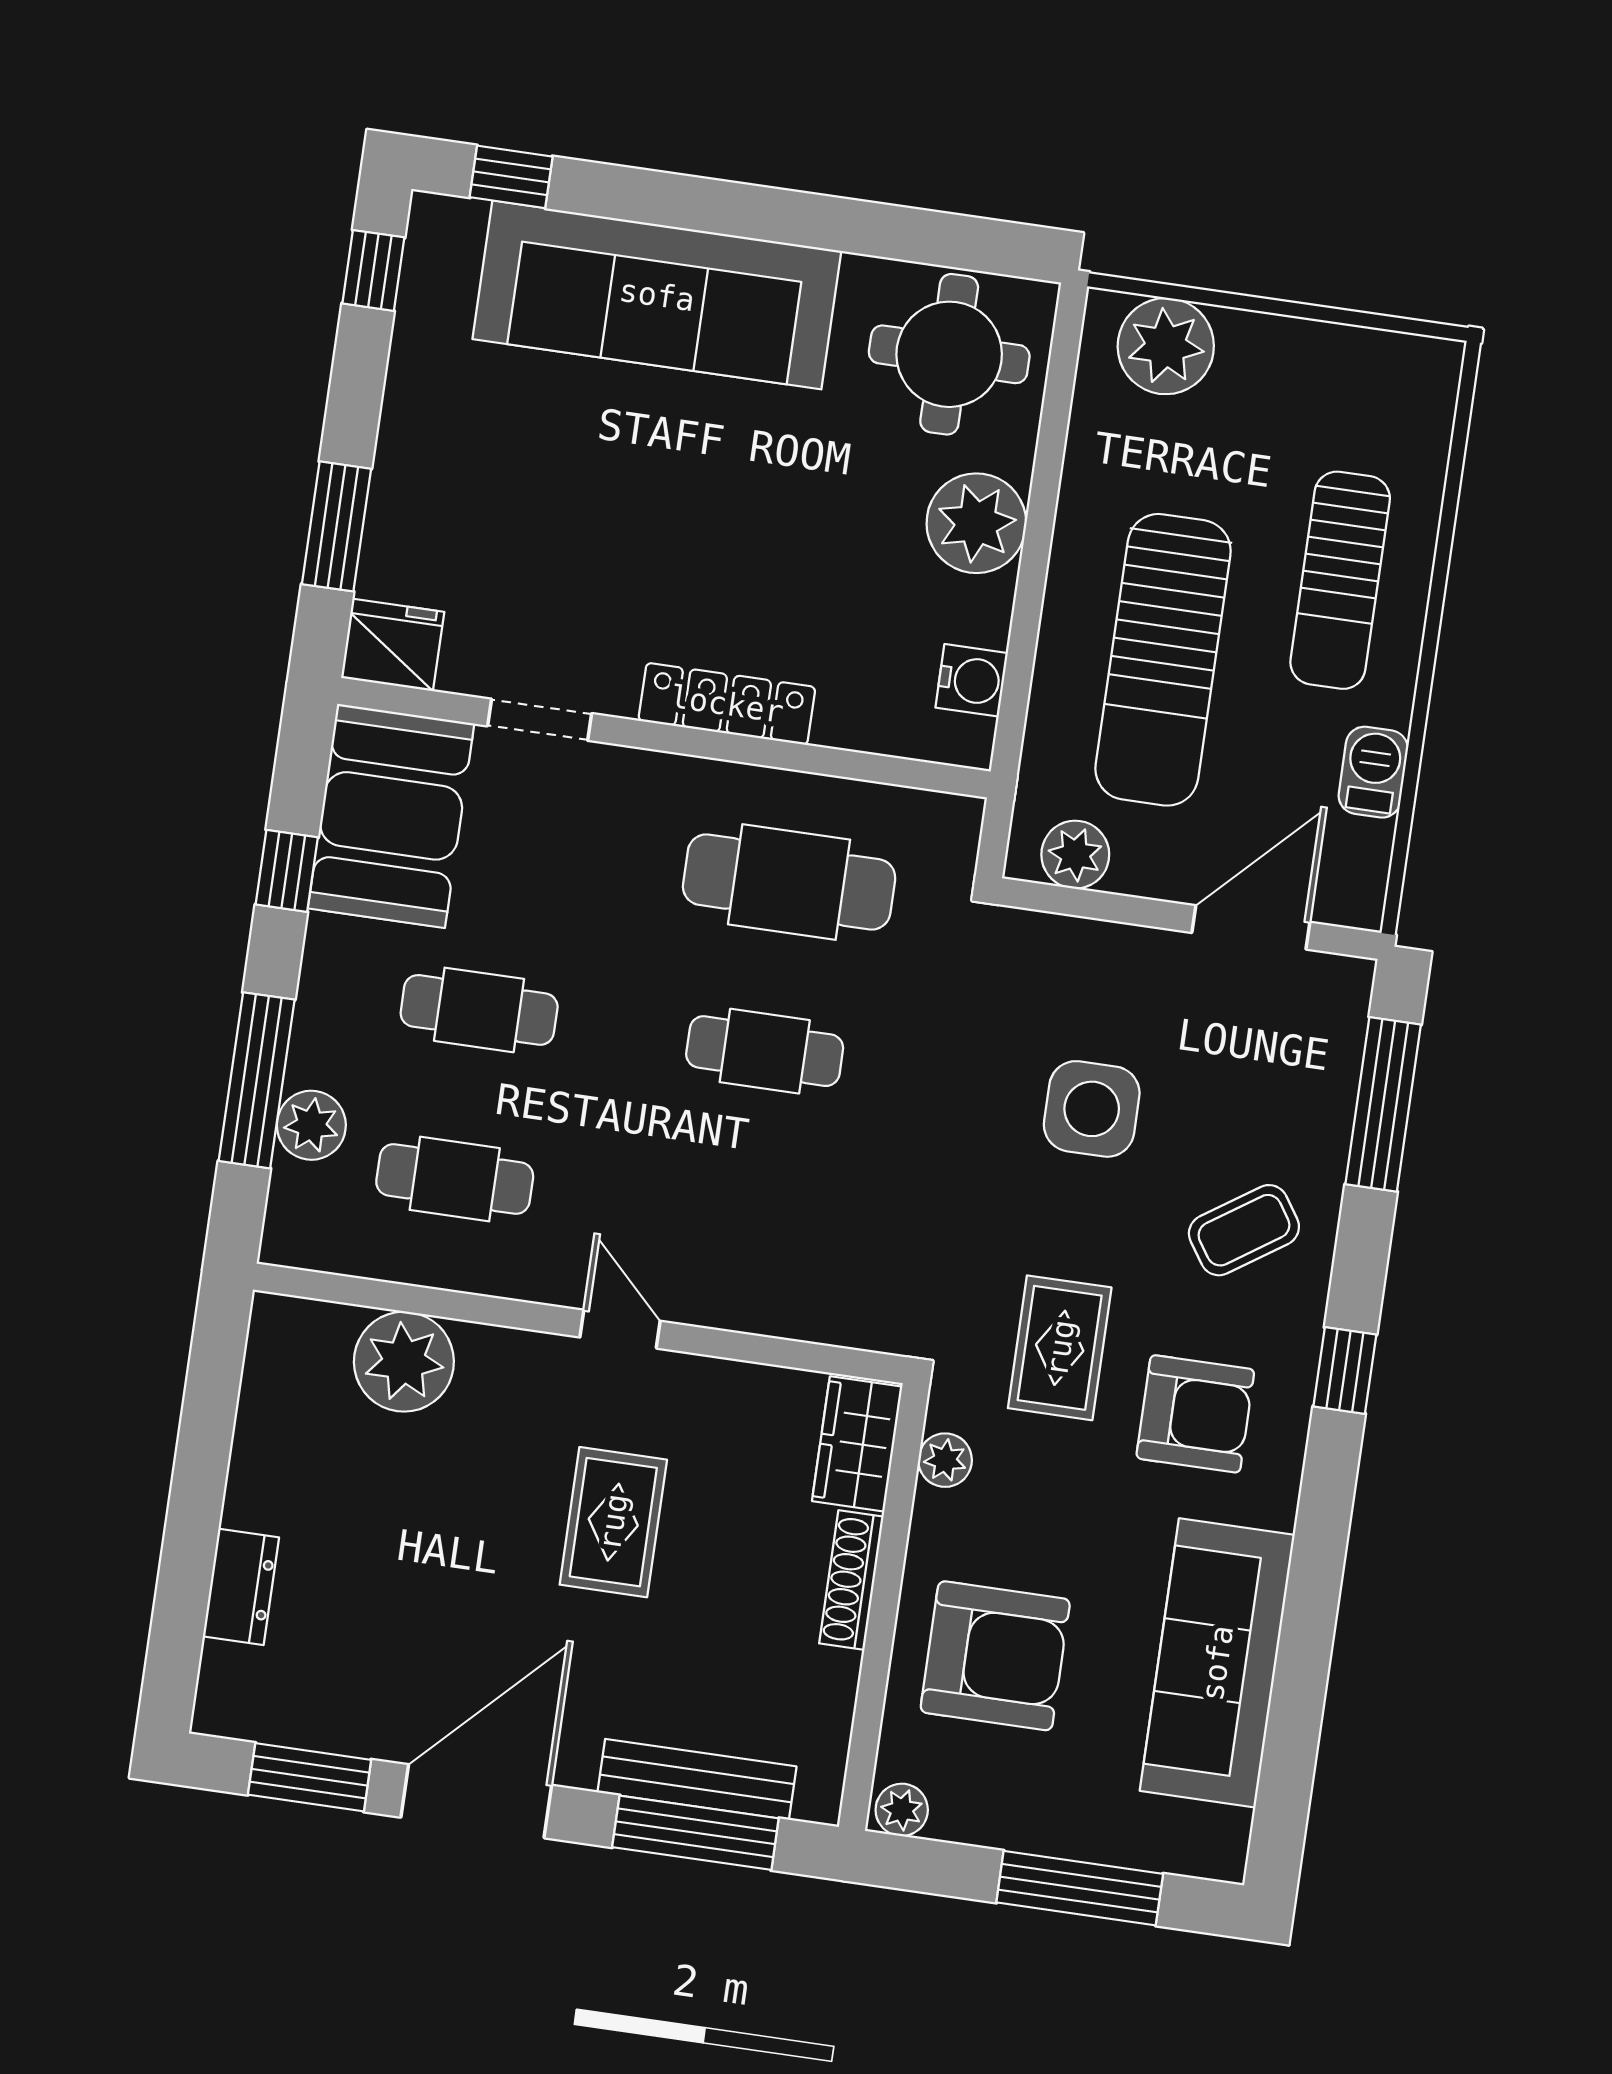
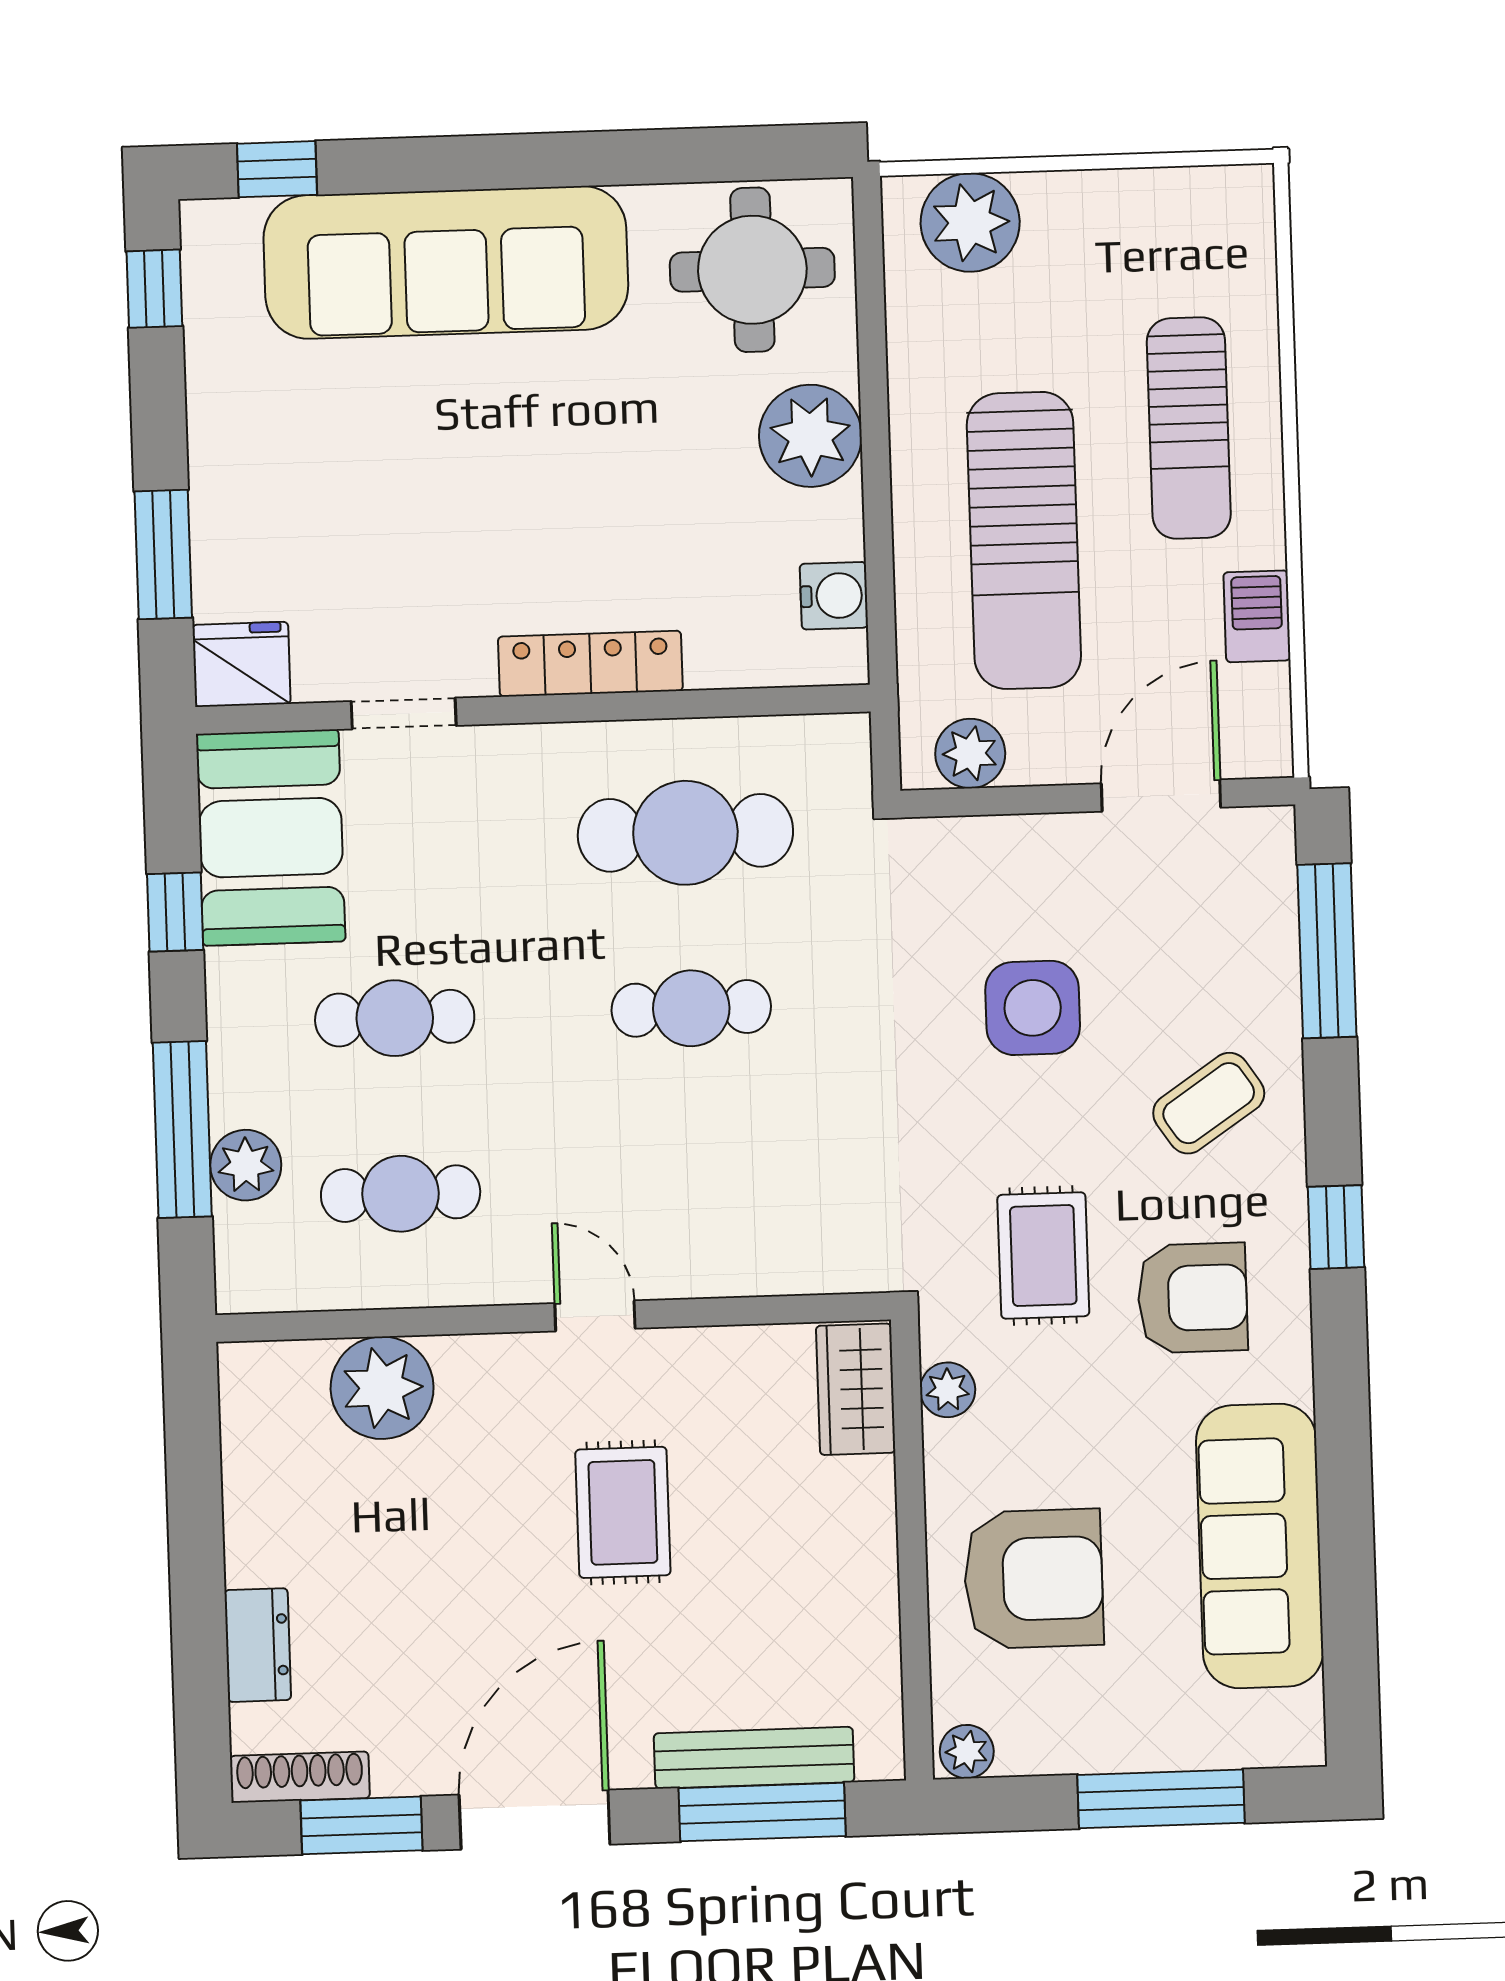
shoe rack: (851, 1580) -> (300, 1777), moved, turned 90

